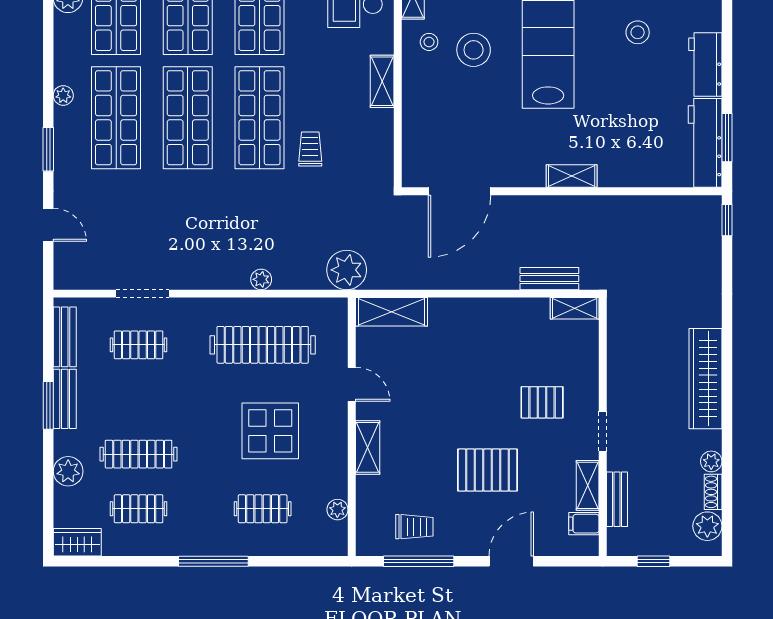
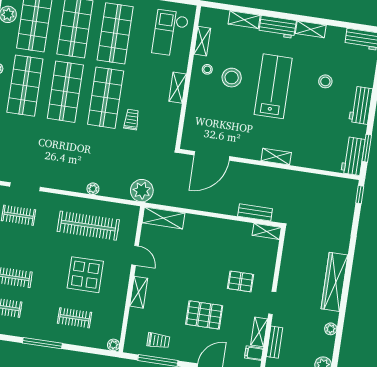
workbench: (705, 143) -> (353, 156), width x0.73
shoe rack: (713, 492) -> (329, 346), removed
plant: (337, 510) -> (113, 345), moved

